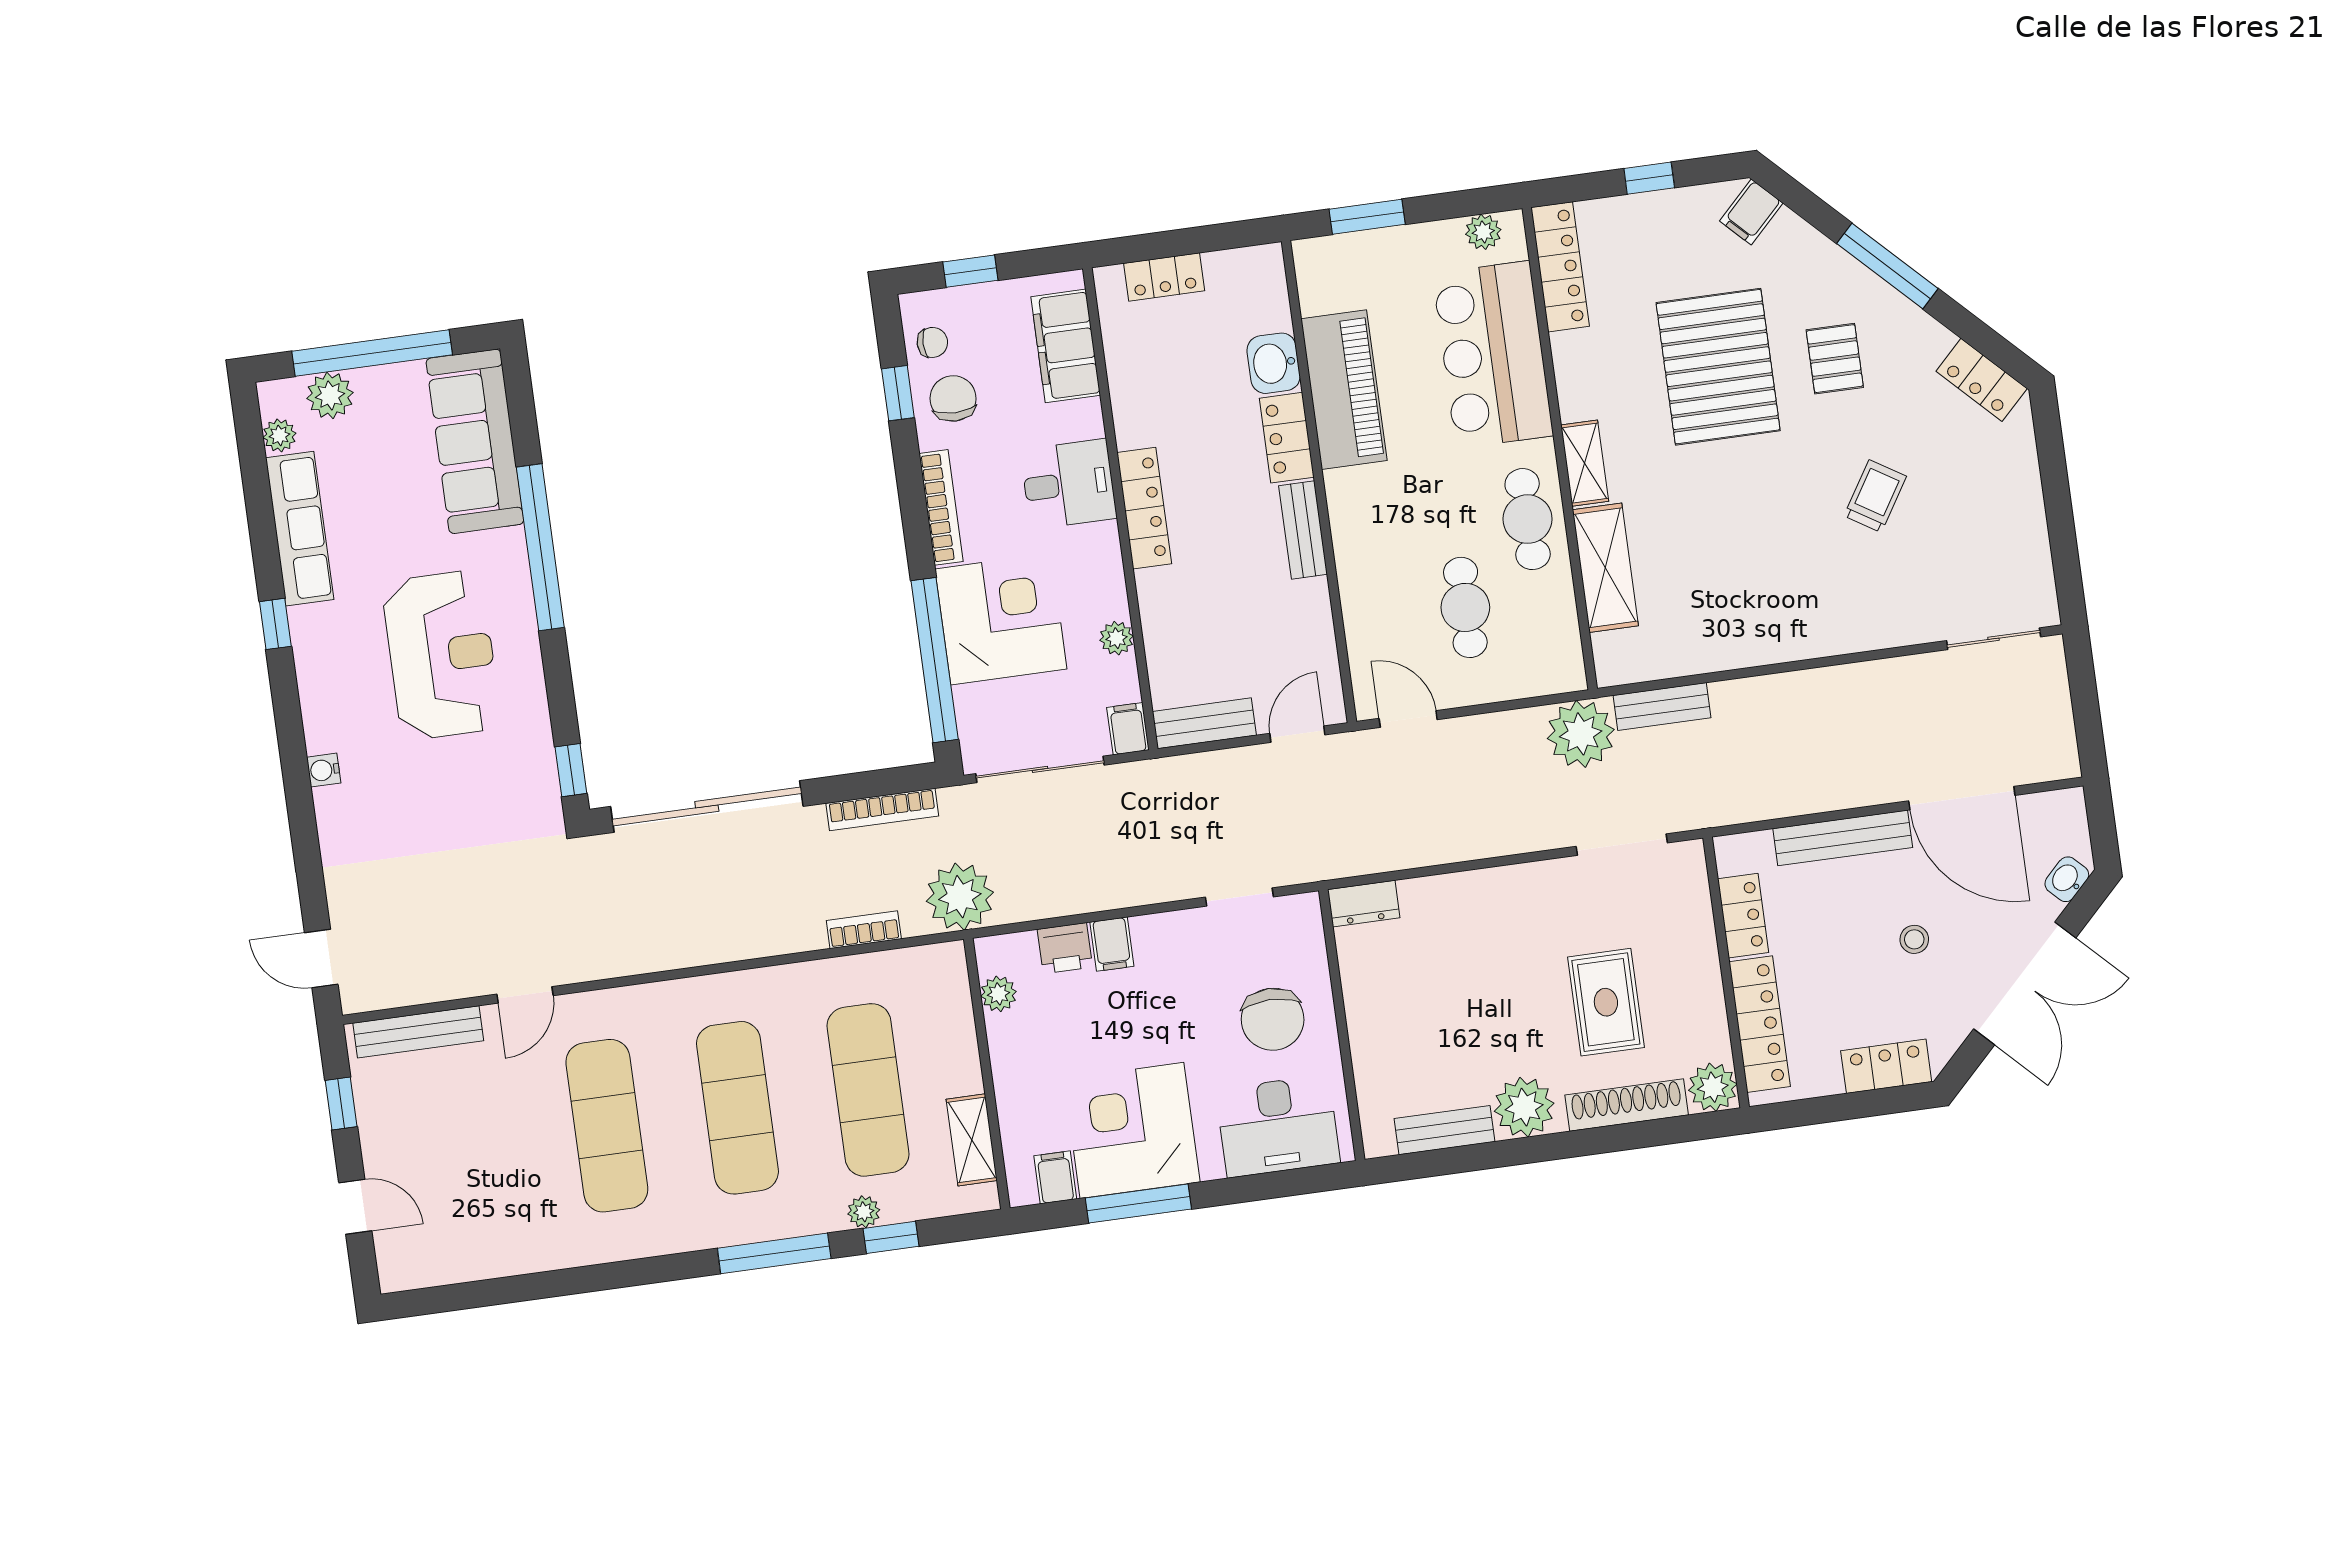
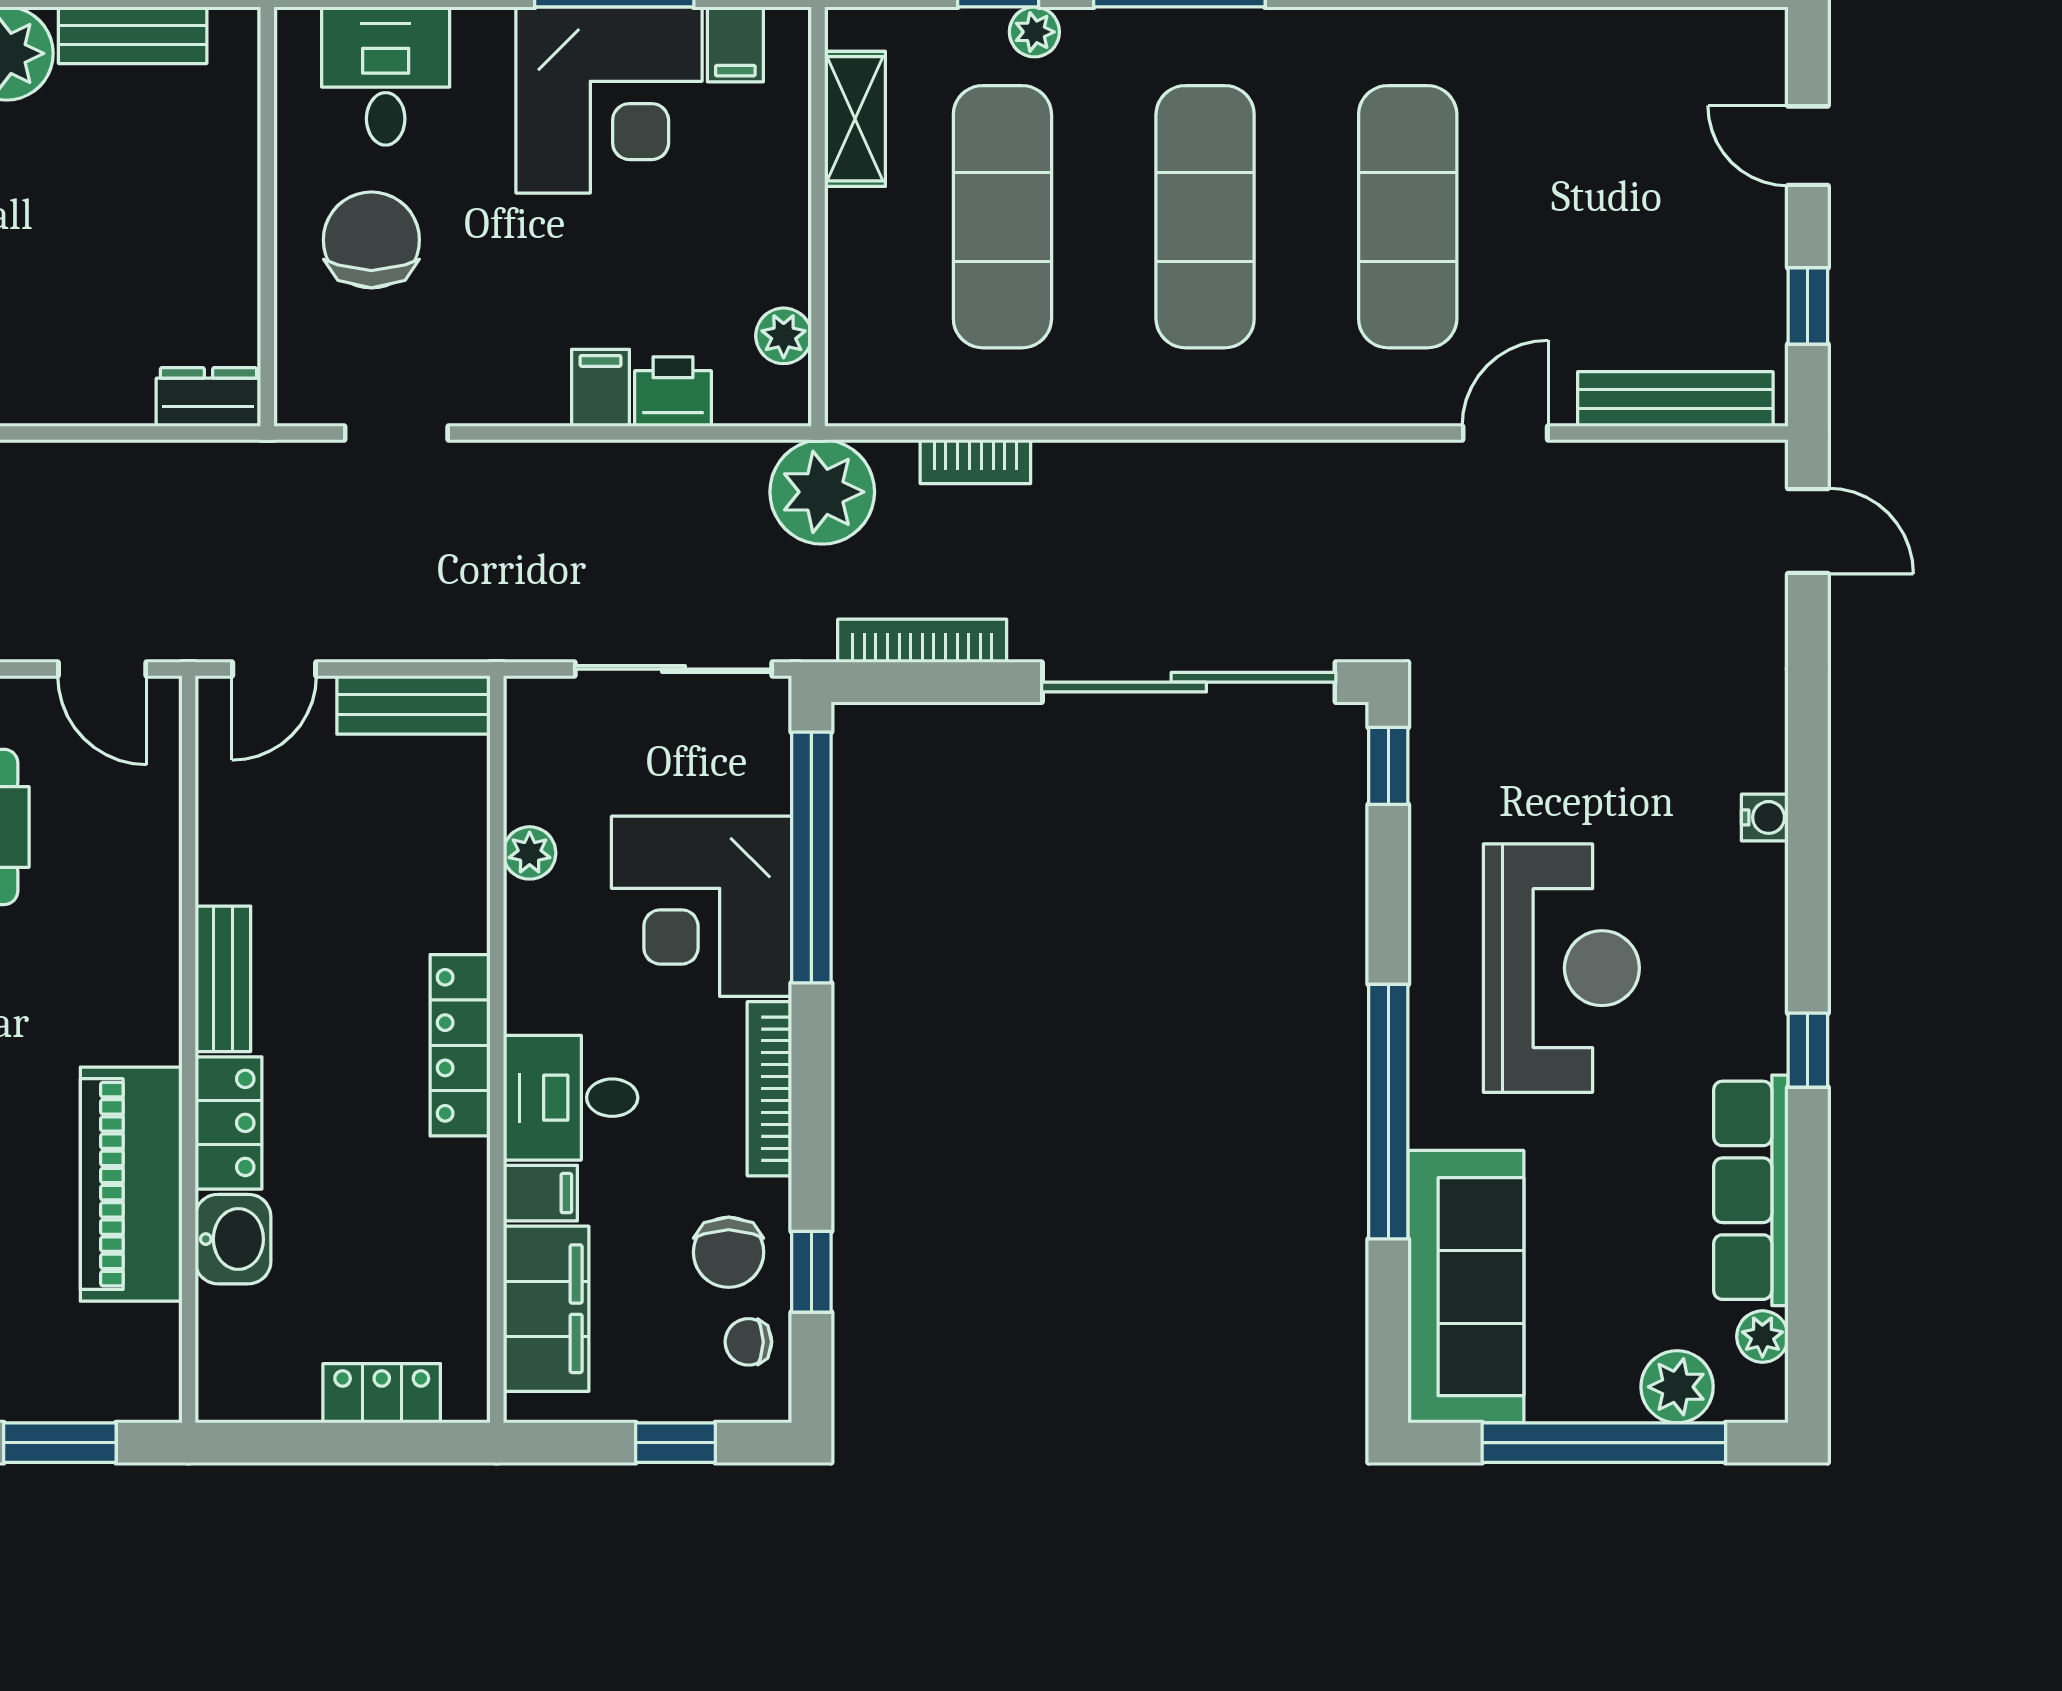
reception desk: (442, 655) -> (1561, 968), turned 180
filing cabinet: (1128, 729) -> (540, 1193), moved, turned -90
desk: (1278, 1126) -> (386, 76), width x0.73

